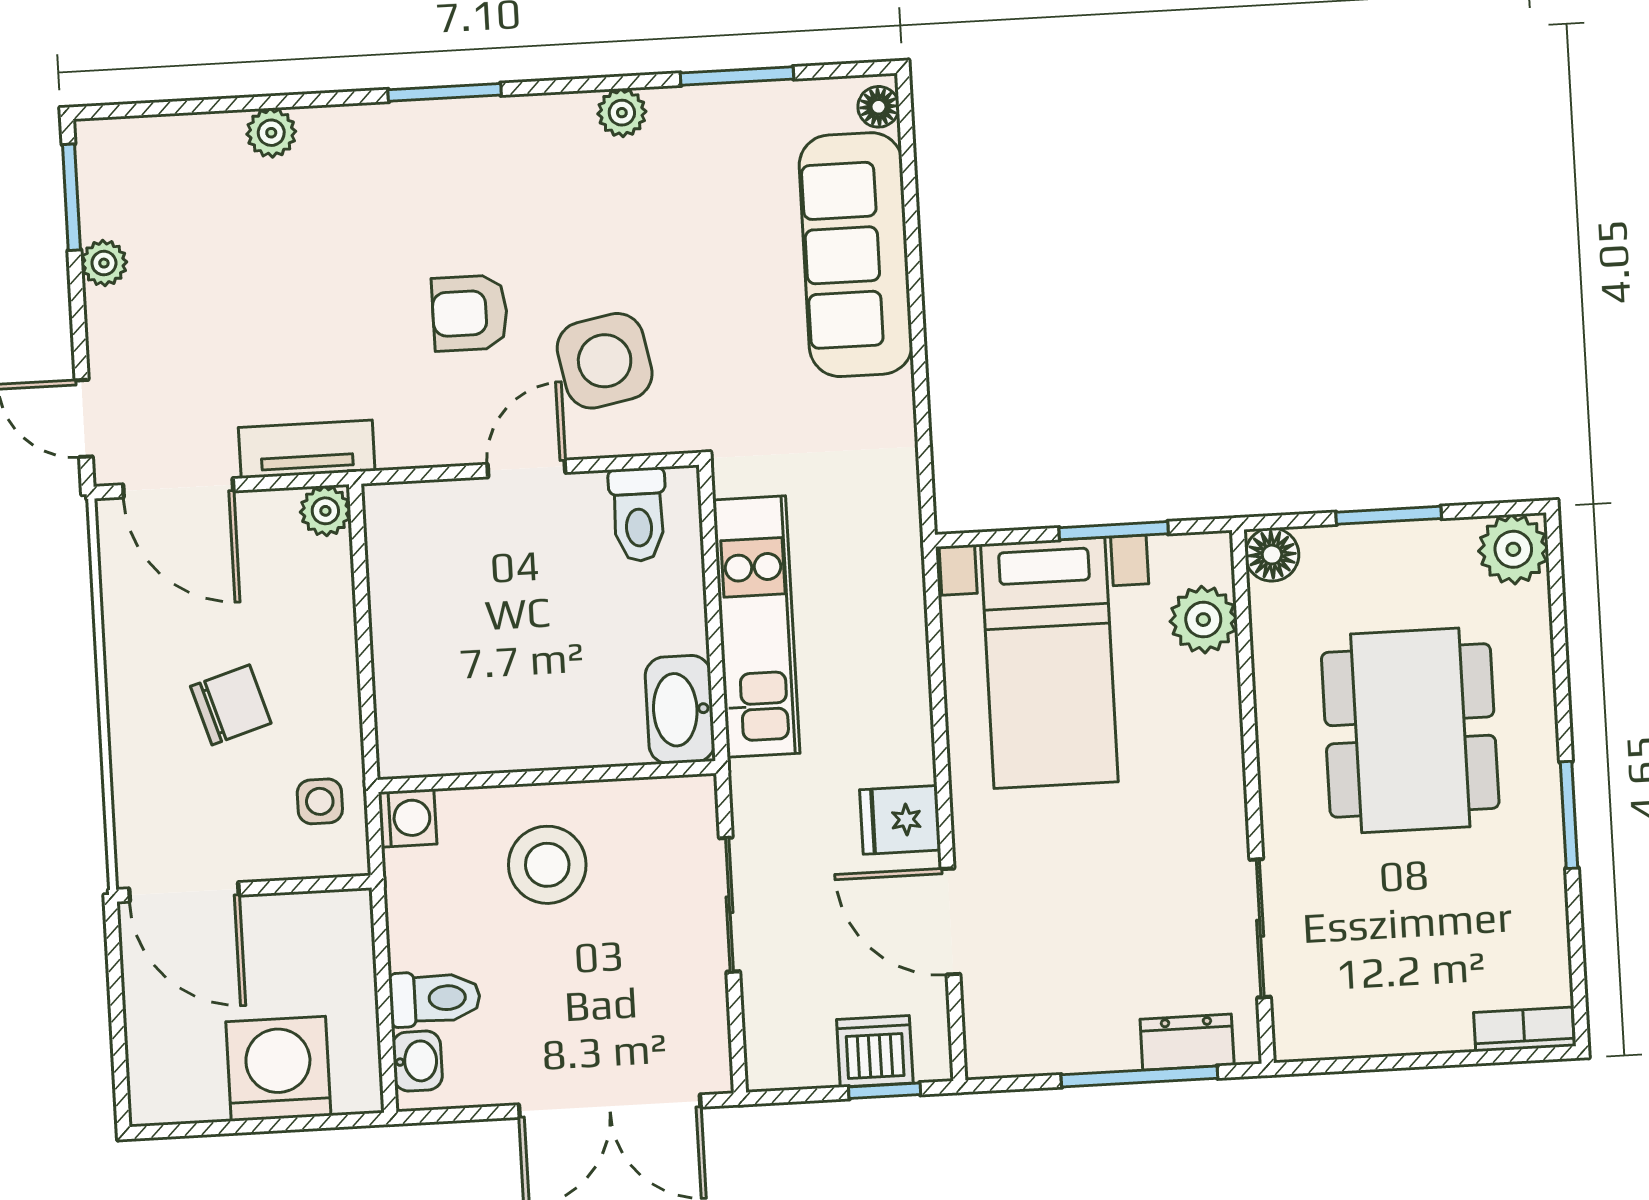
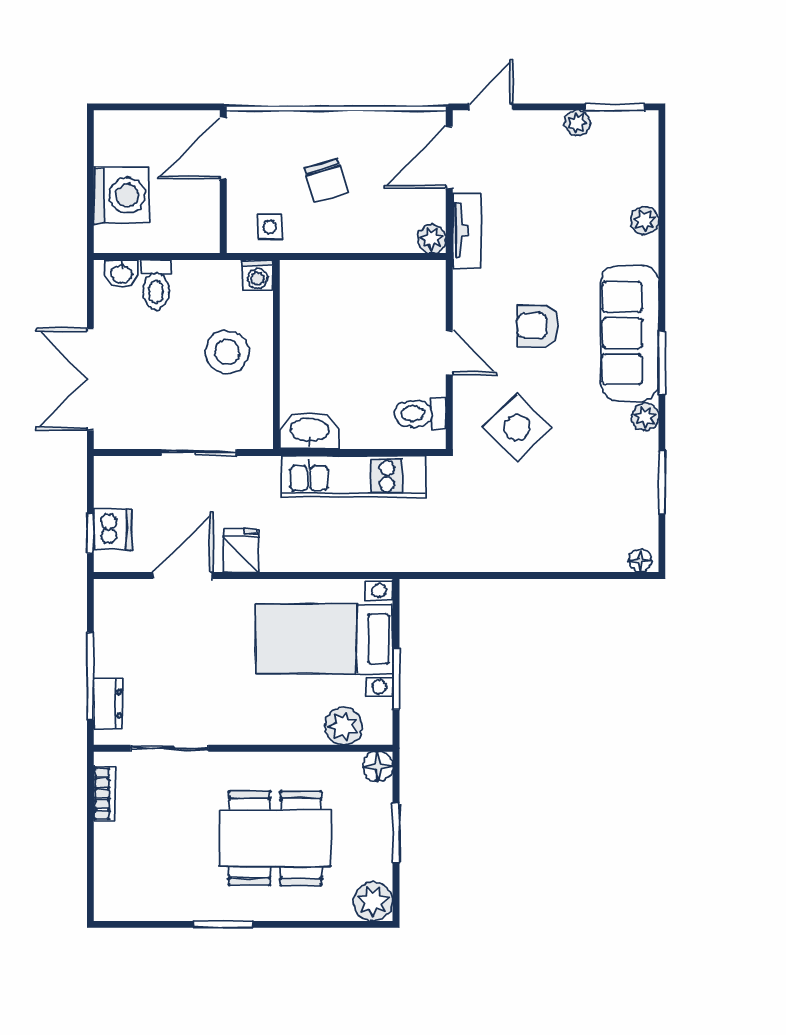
window: (445, 92) -> (662, 363), moved
sofa: (856, 255) -> (630, 333), moved, turned -90
armchair: (470, 313) -> (538, 326), turned -90
side table: (605, 361) -> (517, 428), moved, turned -34
bookcase: (1524, 1029) -> (105, 794), moved

